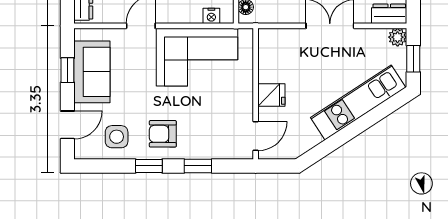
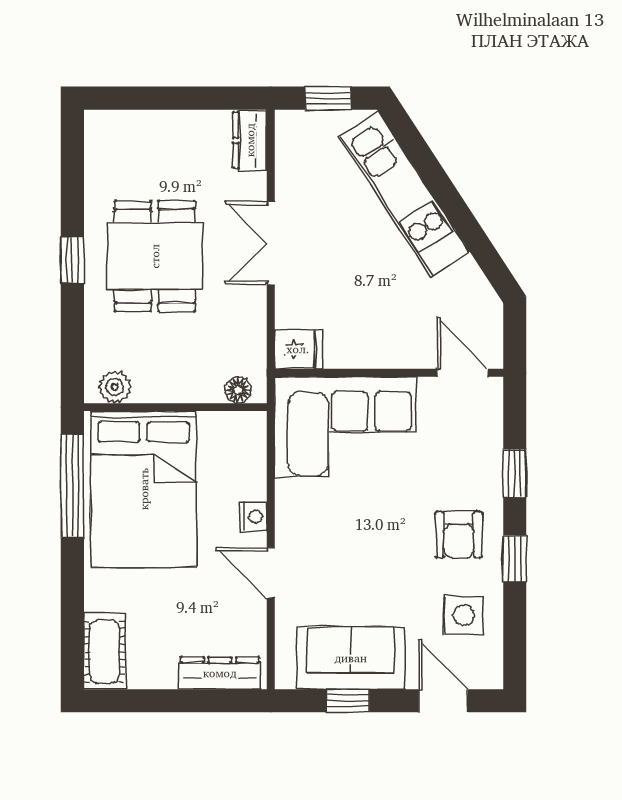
nightstand: (211, 16) -> (253, 517), moved
plant: (398, 37) -> (291, 126), removed
corner sofa: (197, 57) -> (345, 427), moved, turned 90
fridge: (271, 95) -> (298, 349), moved, turned 90

